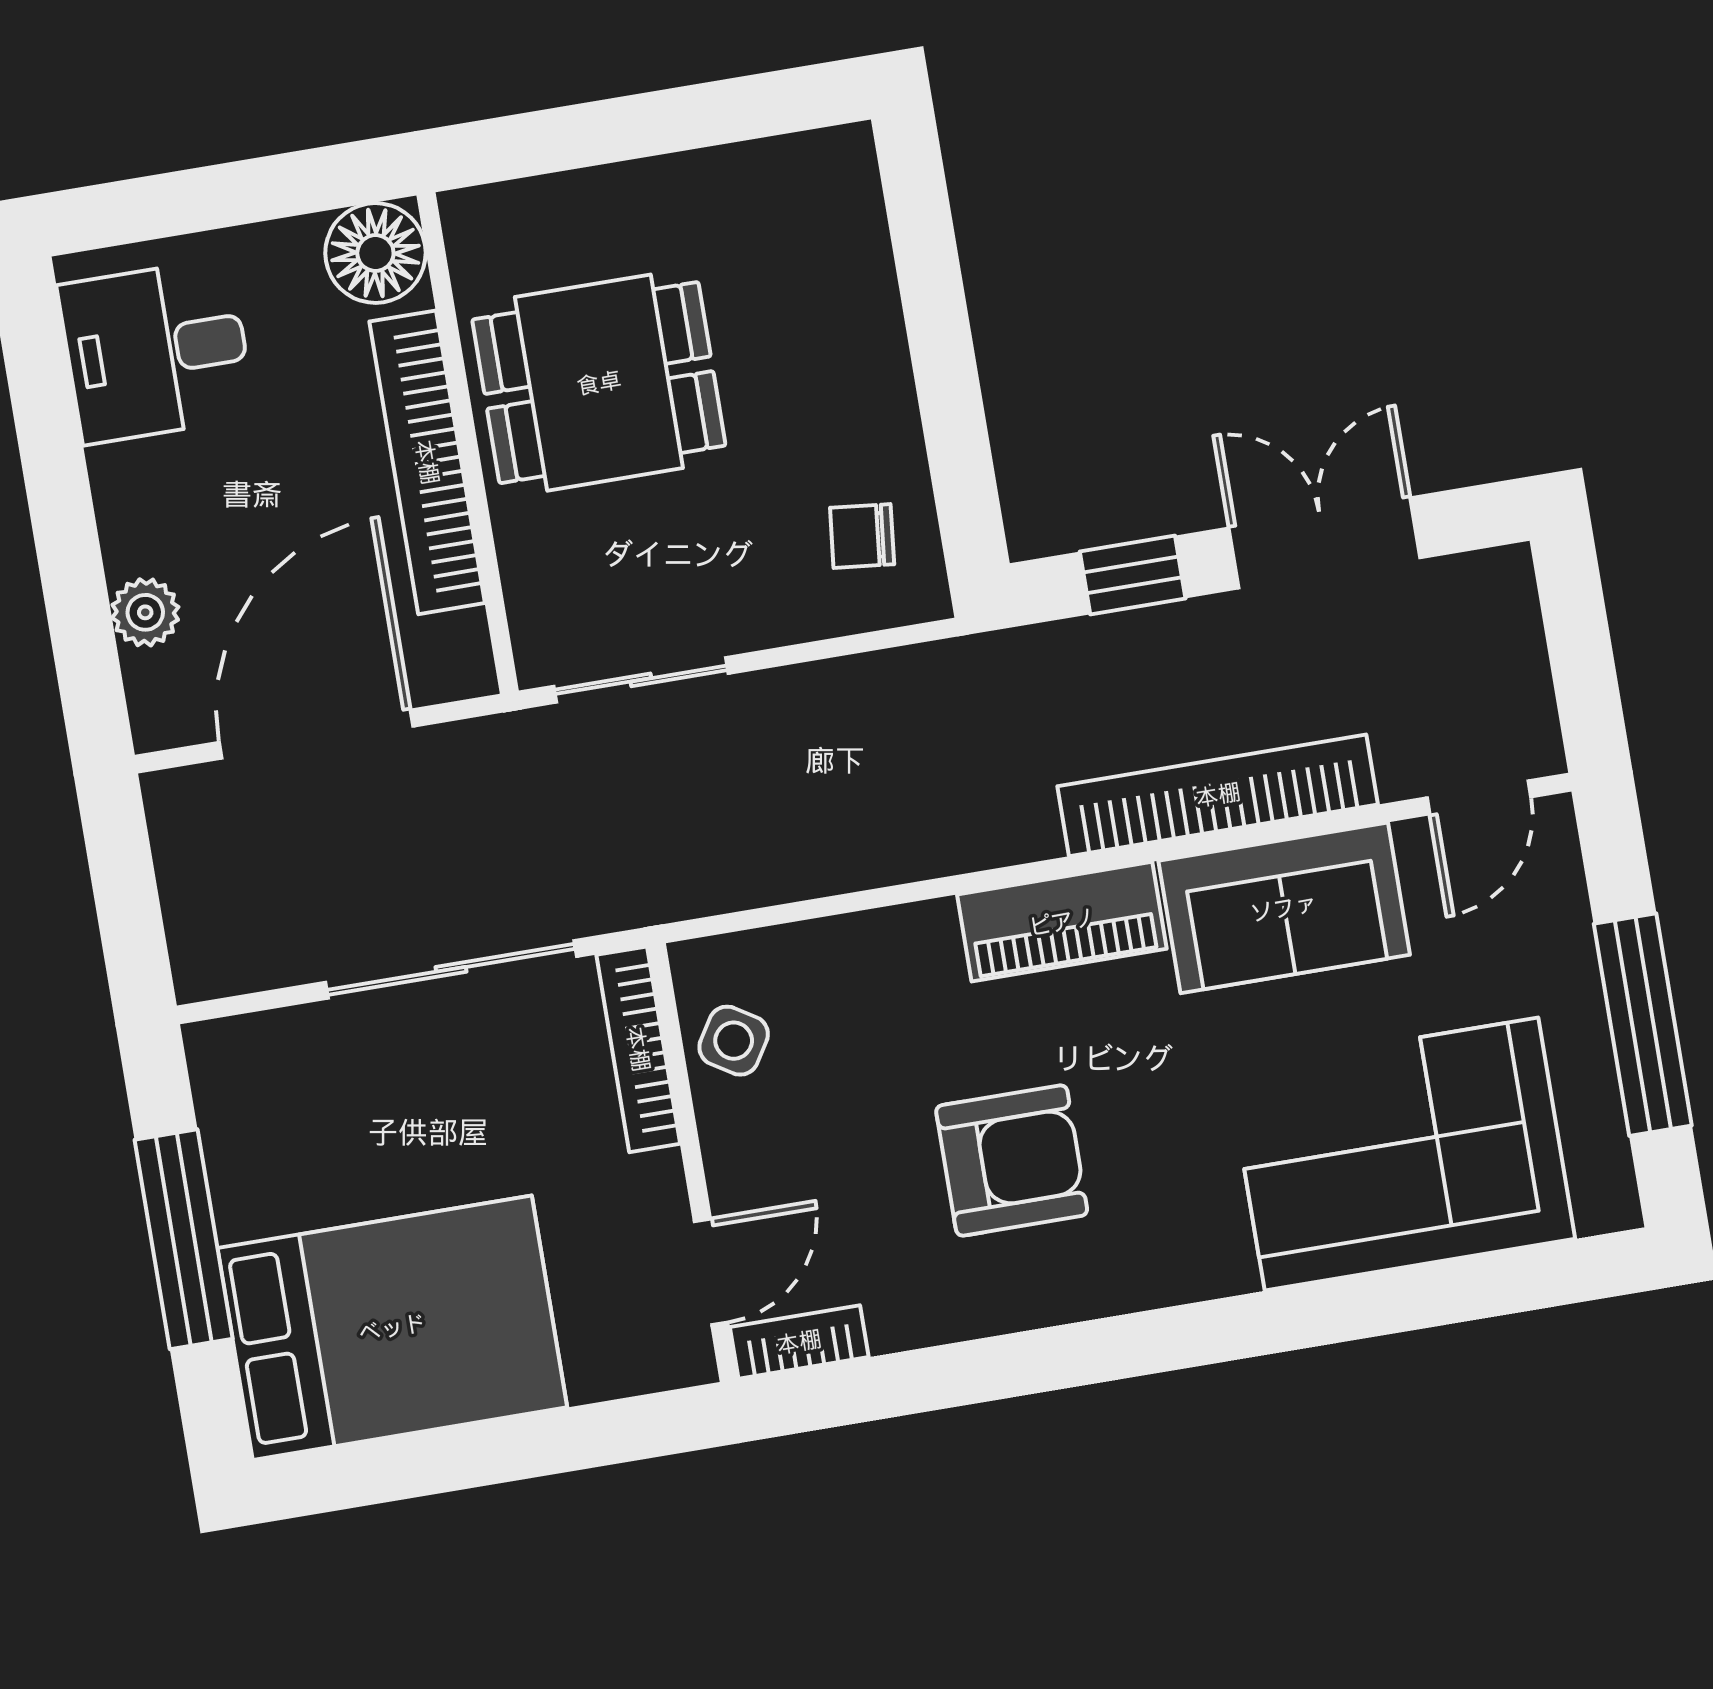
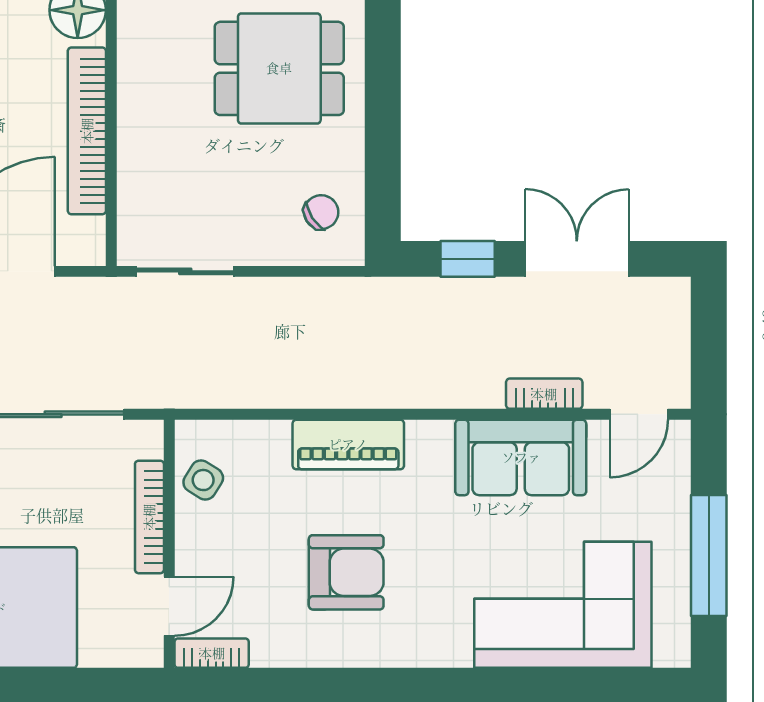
dining table: (599, 383) -> (279, 68), moved
chair: (862, 536) -> (321, 212), turned 141
bookcase: (1218, 795) -> (544, 394), width x0.43, depth x0.76
piano: (1062, 922) -> (348, 444), moved
bookcase: (638, 1049) -> (149, 517), moved

